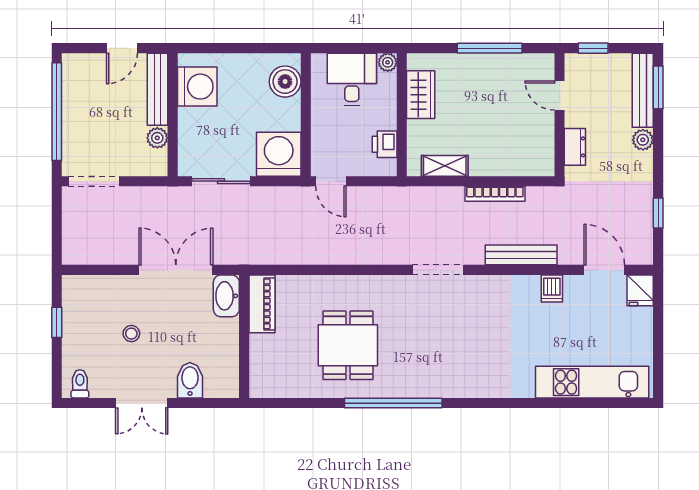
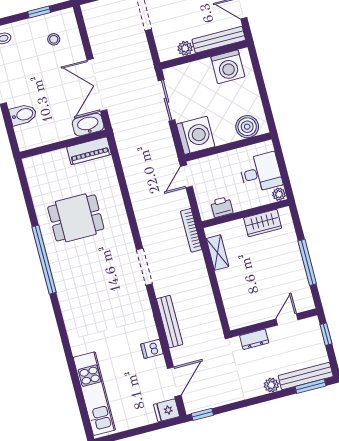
bookcase: (495, 194) -> (191, 230), moved
window: (658, 213) -> (202, 414), moved
double door: (176, 270) -> (97, 85), swing flipped
stool: (131, 334) -> (54, 39), moved

